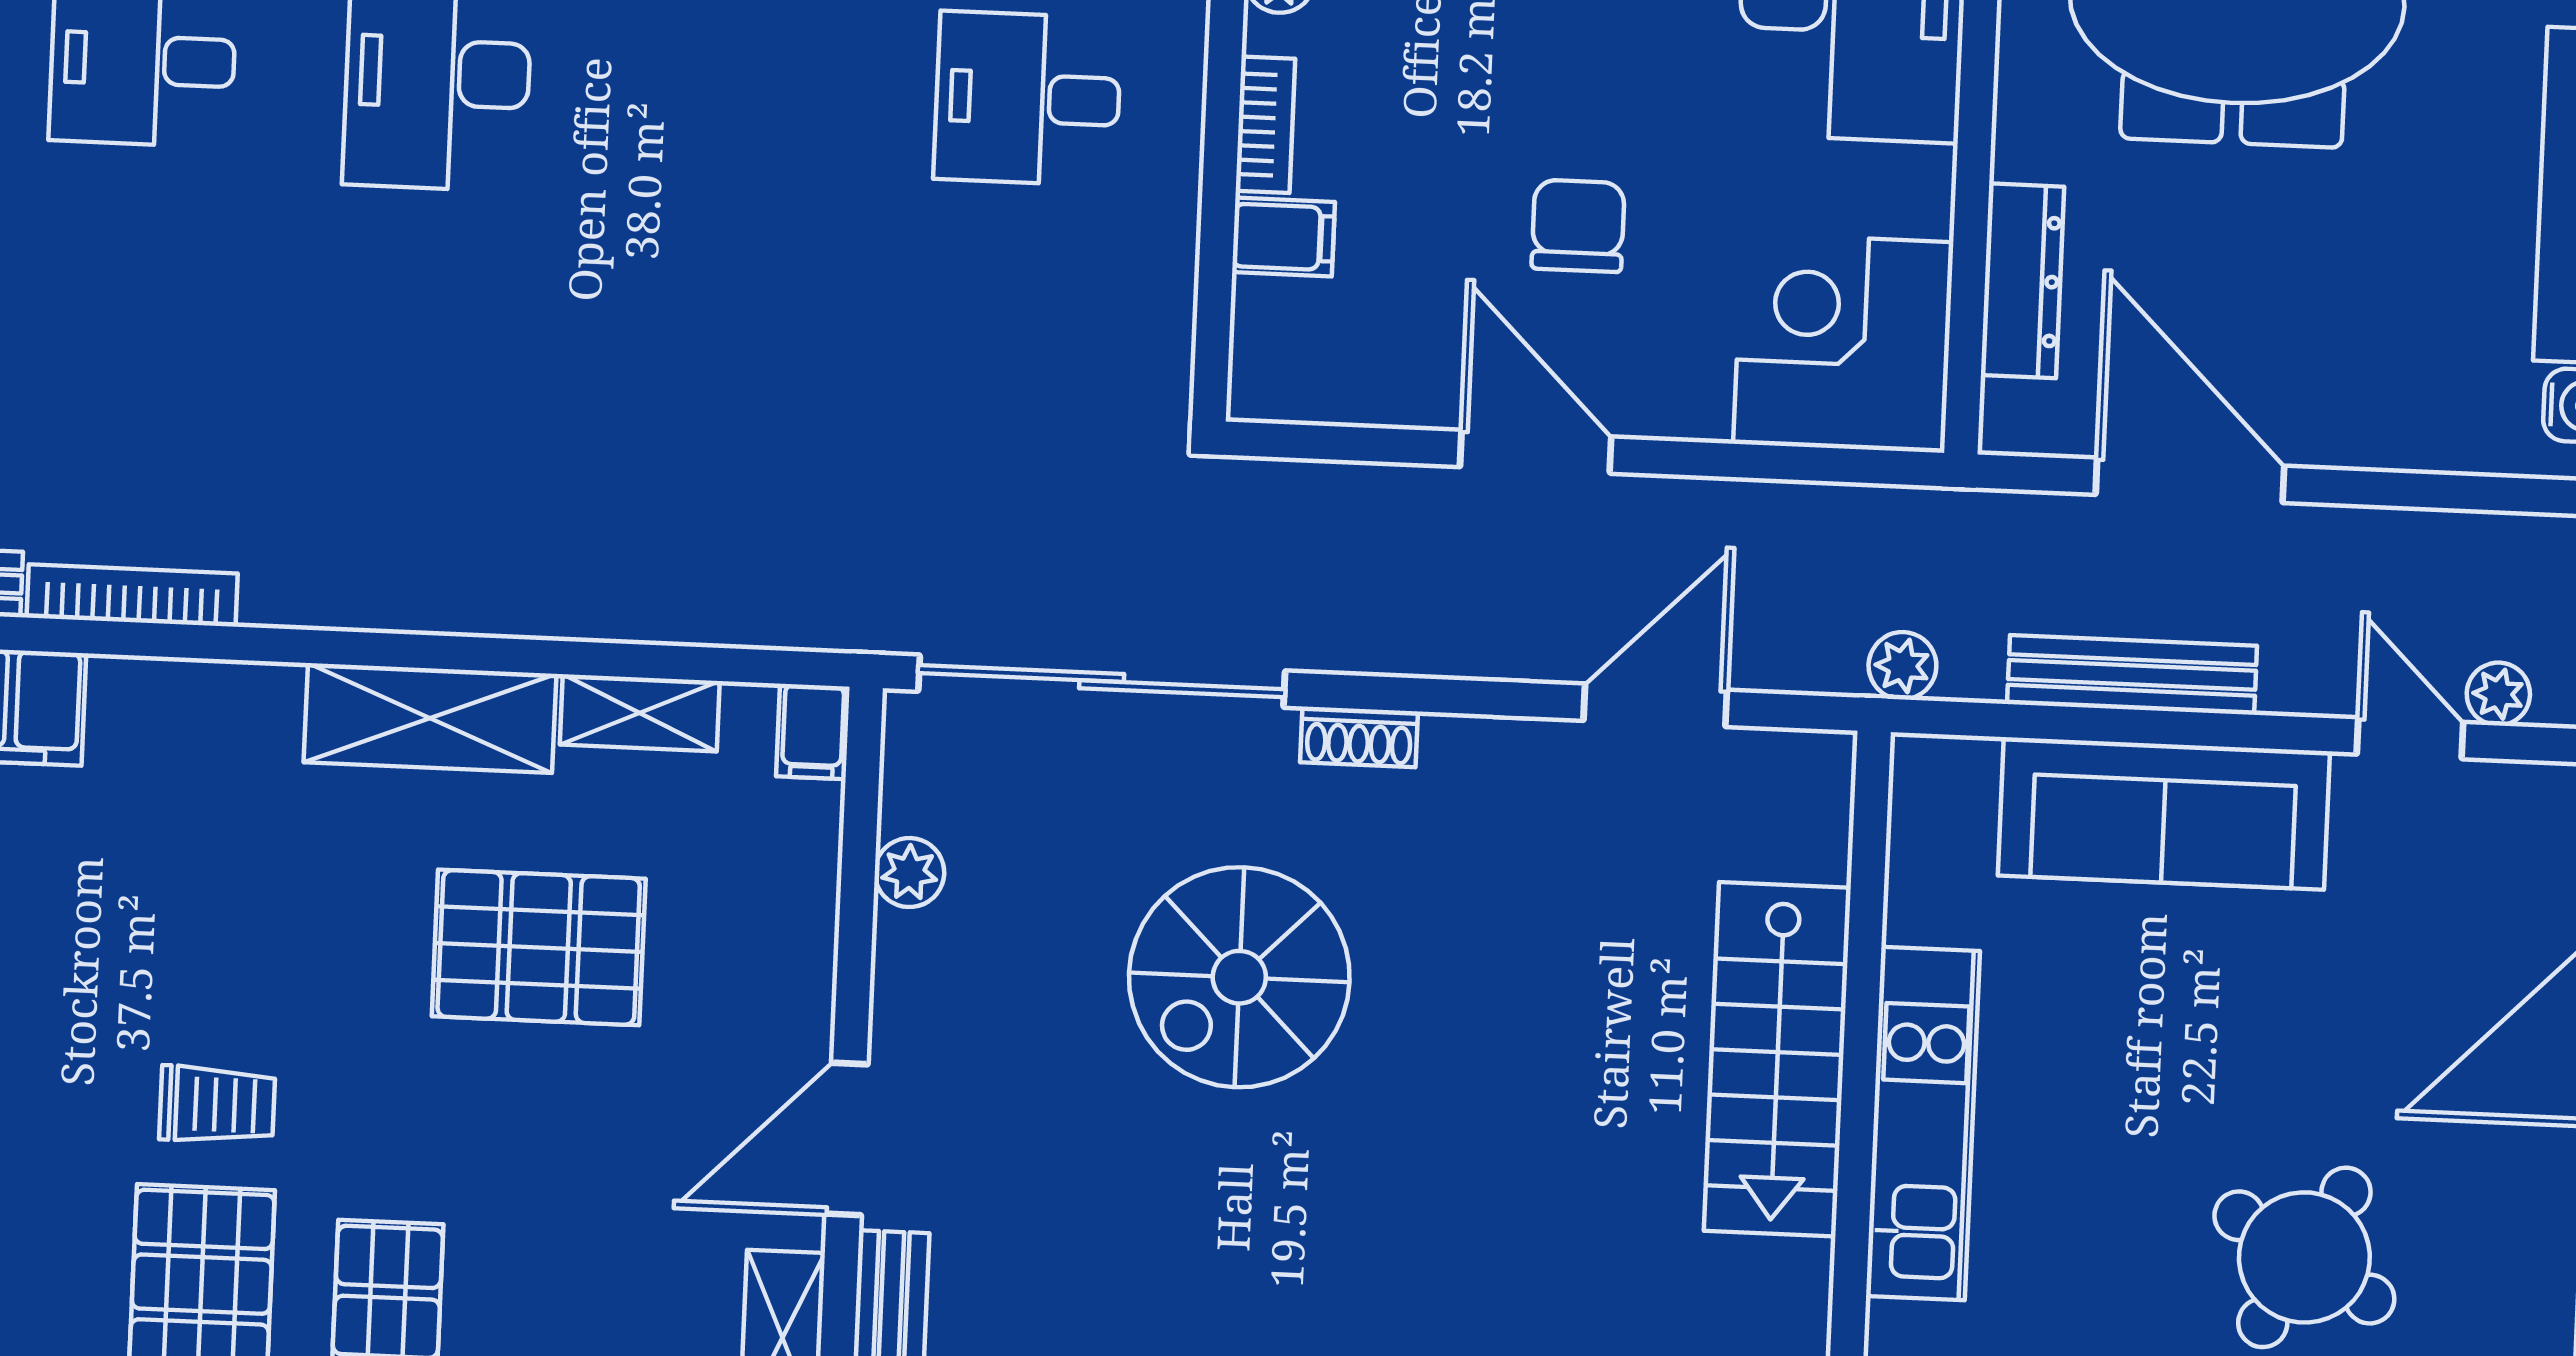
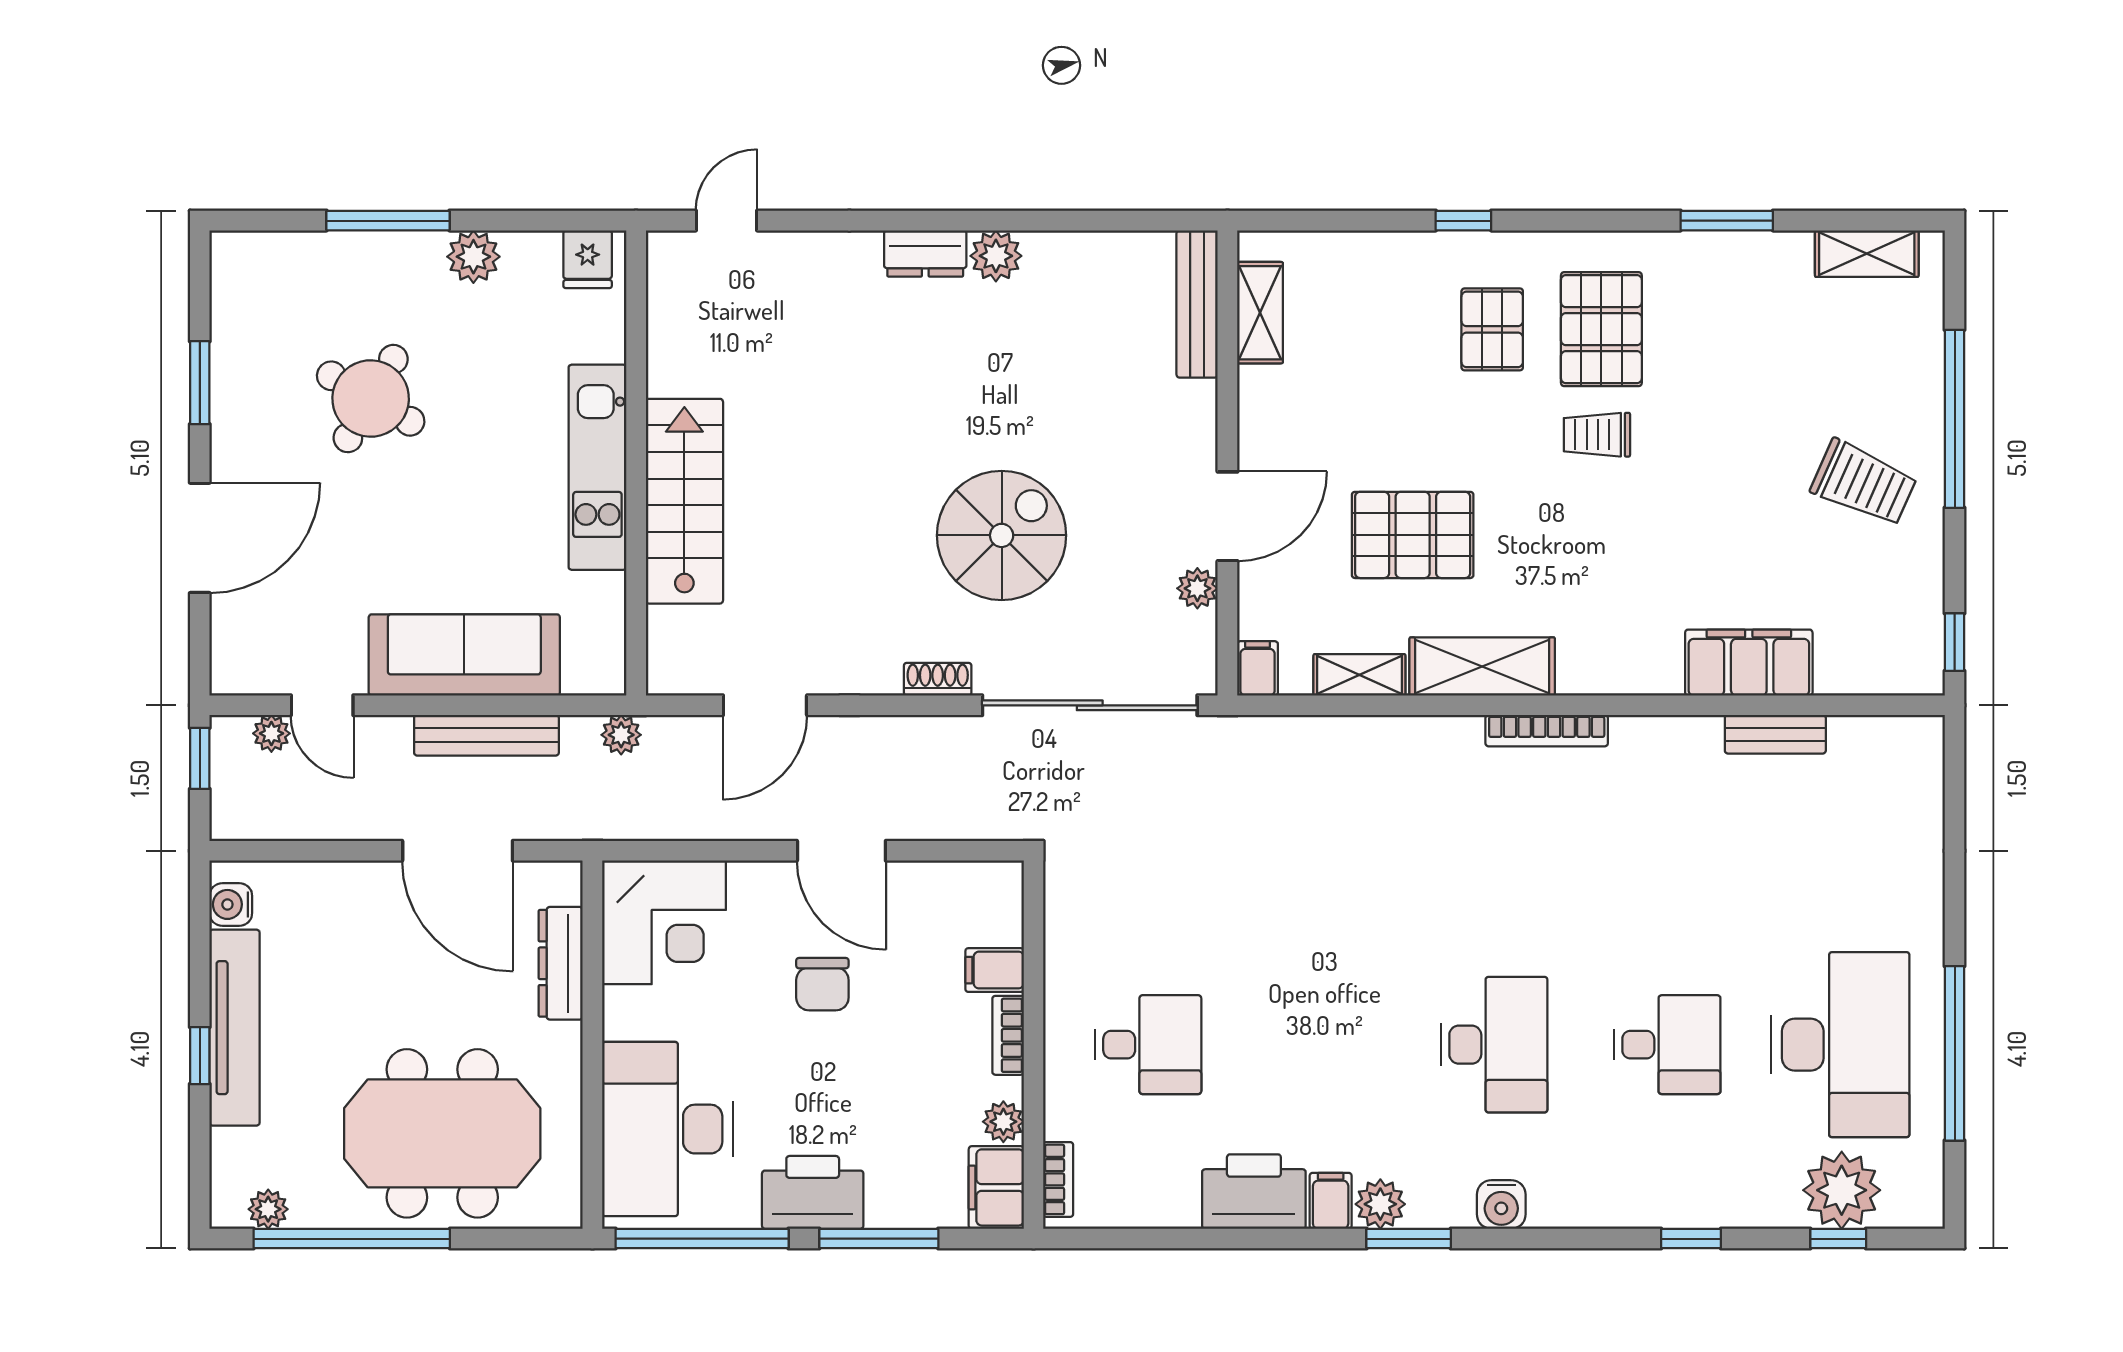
bookcase: (132, 595) -> (1547, 731), moved
door: (847, 1139) -> (1227, 516), moved

